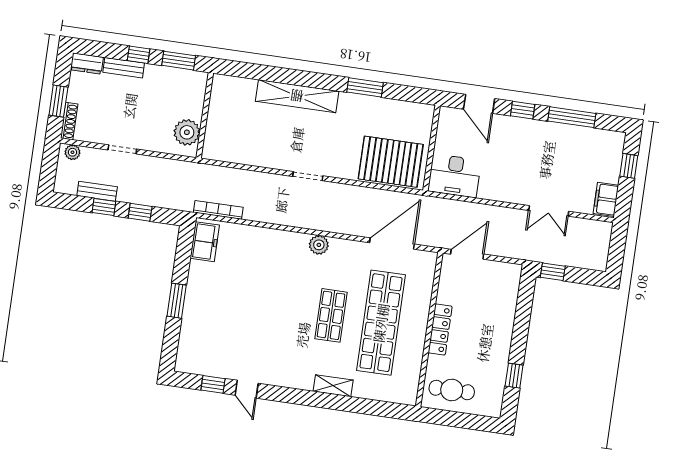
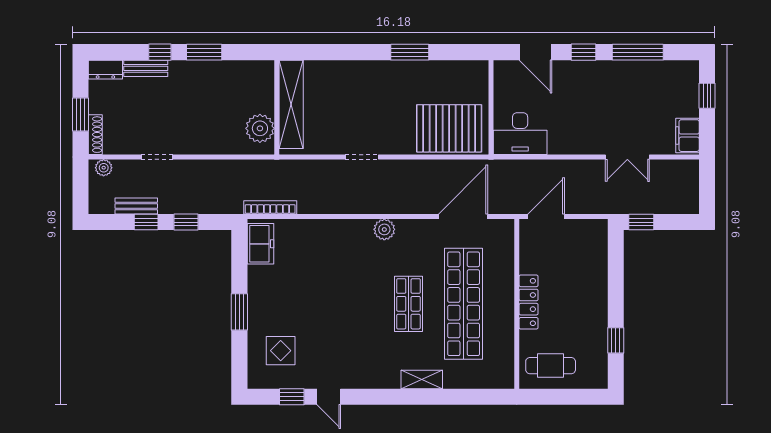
shelving: (297, 96) -> (291, 104), moved, turned 90
wall: (205, 115) -> (277, 107), moved
plant: (187, 132) -> (260, 128), moved
display table: (209, 341) -> (281, 351), added

